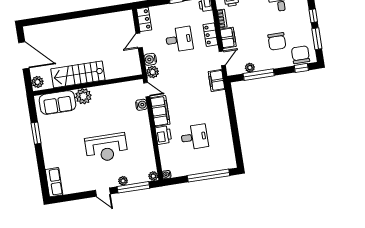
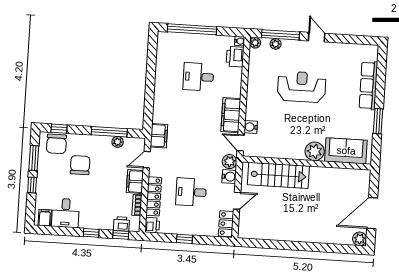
locker: (210, 35) -> (154, 196), width x1.53
door: (24, 55) -> (372, 213), hinge flipped
stairs: (78, 74) -> (278, 175), moved
plant: (38, 82) -> (360, 239), moved
printer: (163, 135) -> (235, 57), moved
plant: (123, 181) -> (276, 44), moved
row of seats: (54, 182) -> (368, 85), moved, width x1.48

